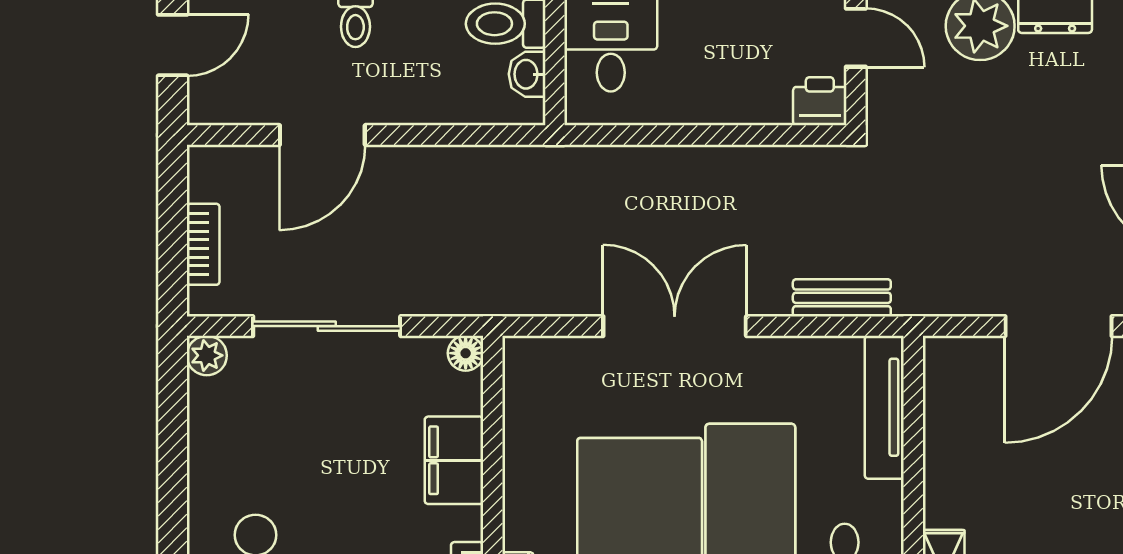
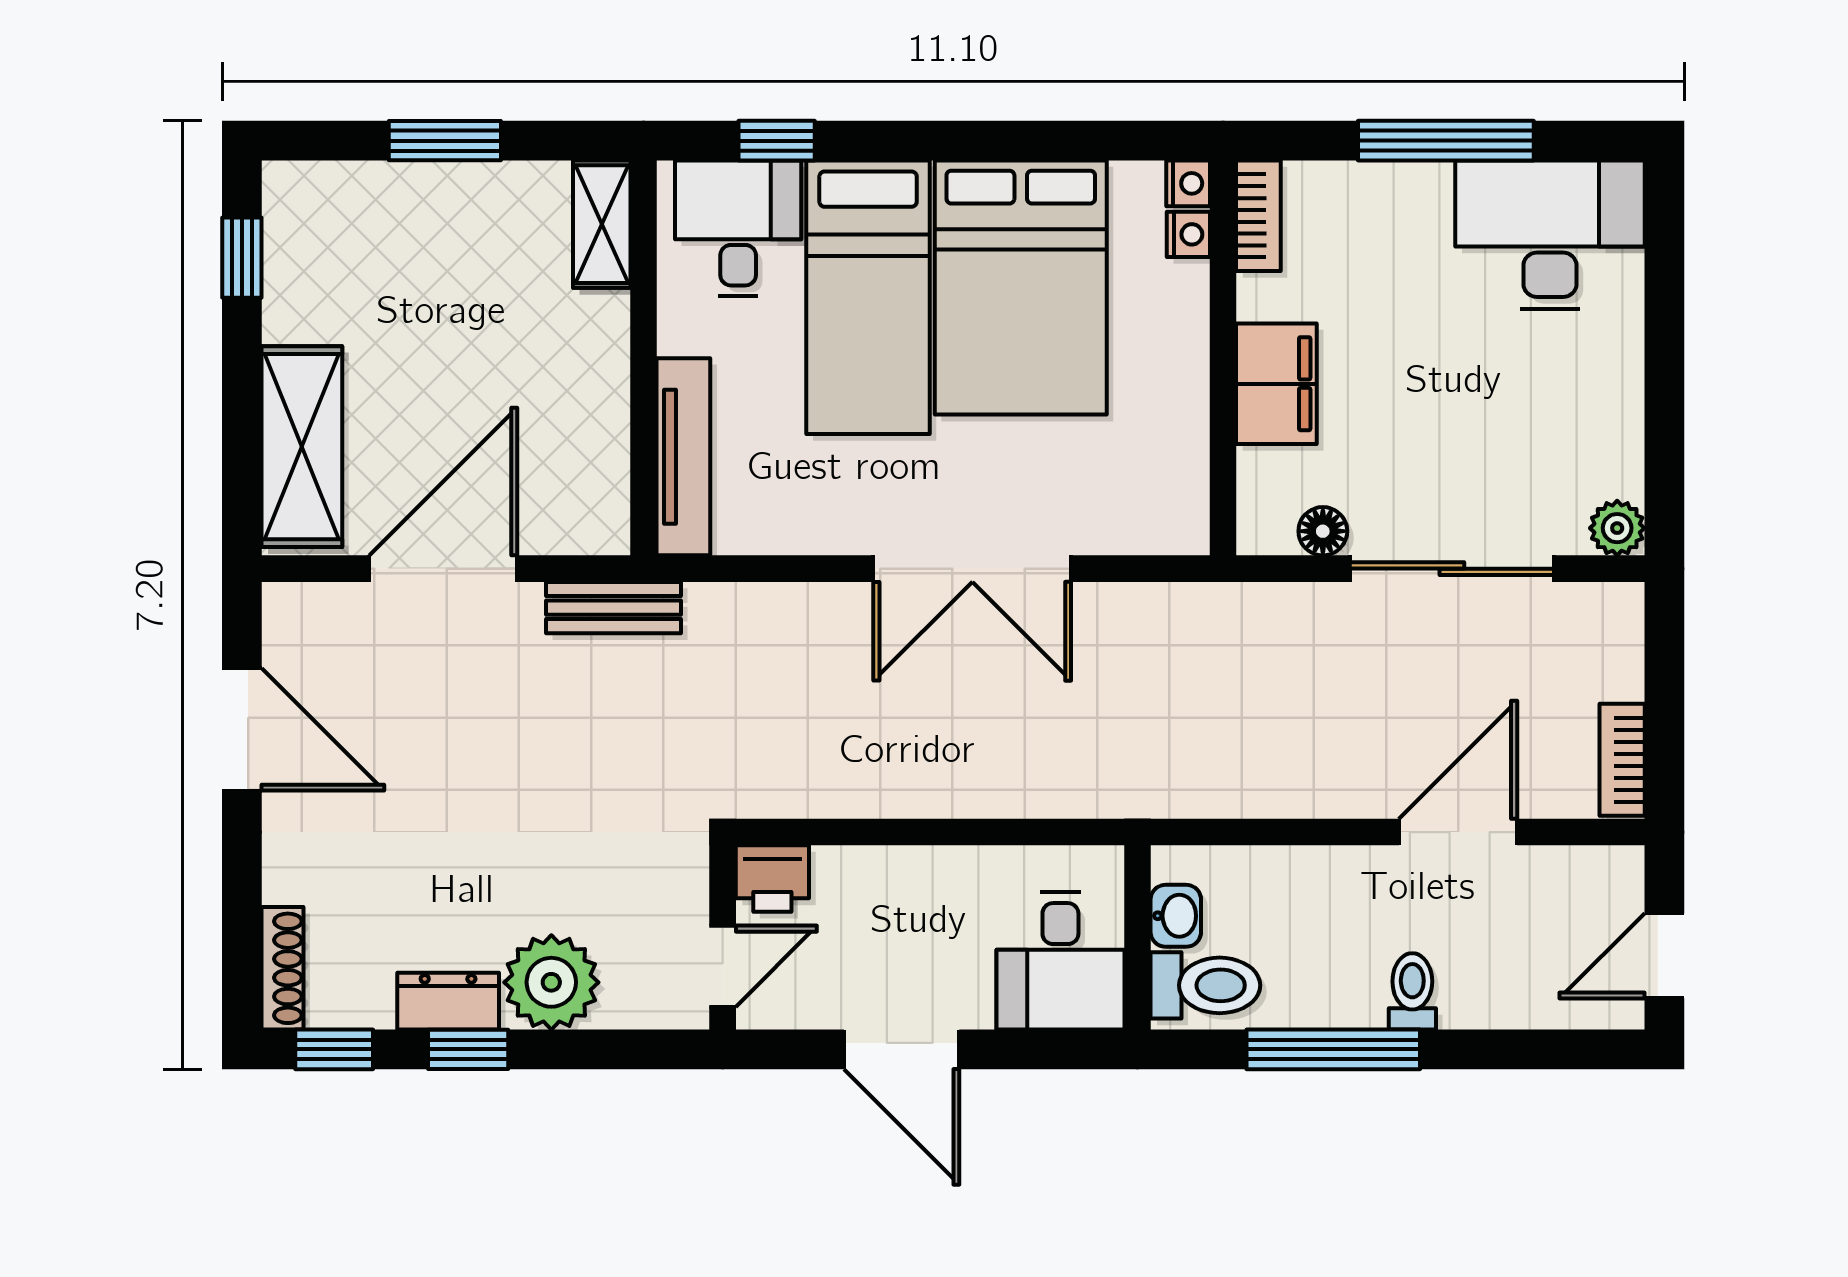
door: (856, 38) -> (723, 966), swing flipped
bookcase: (203, 244) -> (1622, 760), moved
bench: (842, 298) -> (614, 608), moved
floor lamp: (466, 353) -> (1323, 531), moved

